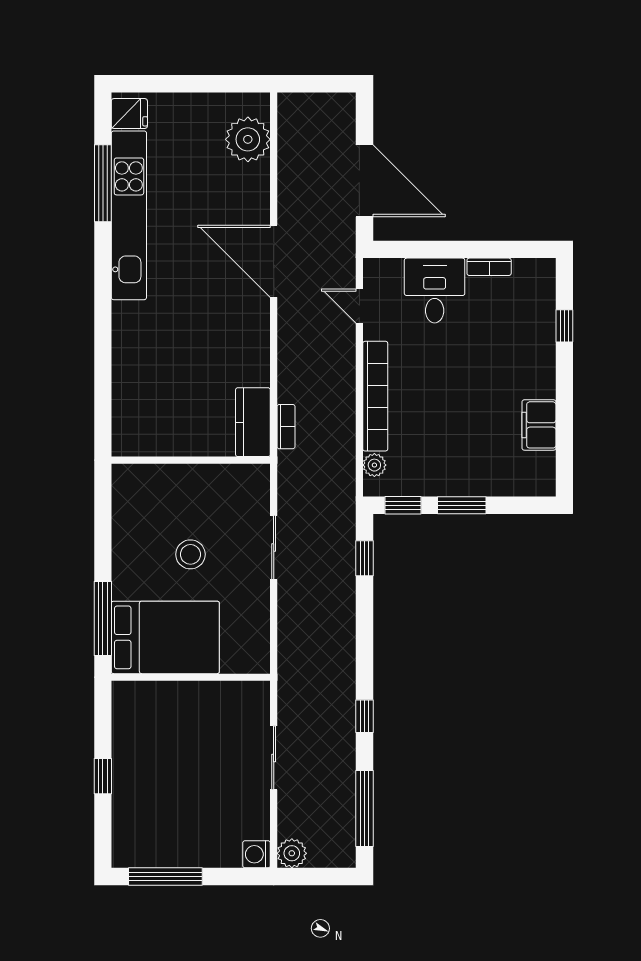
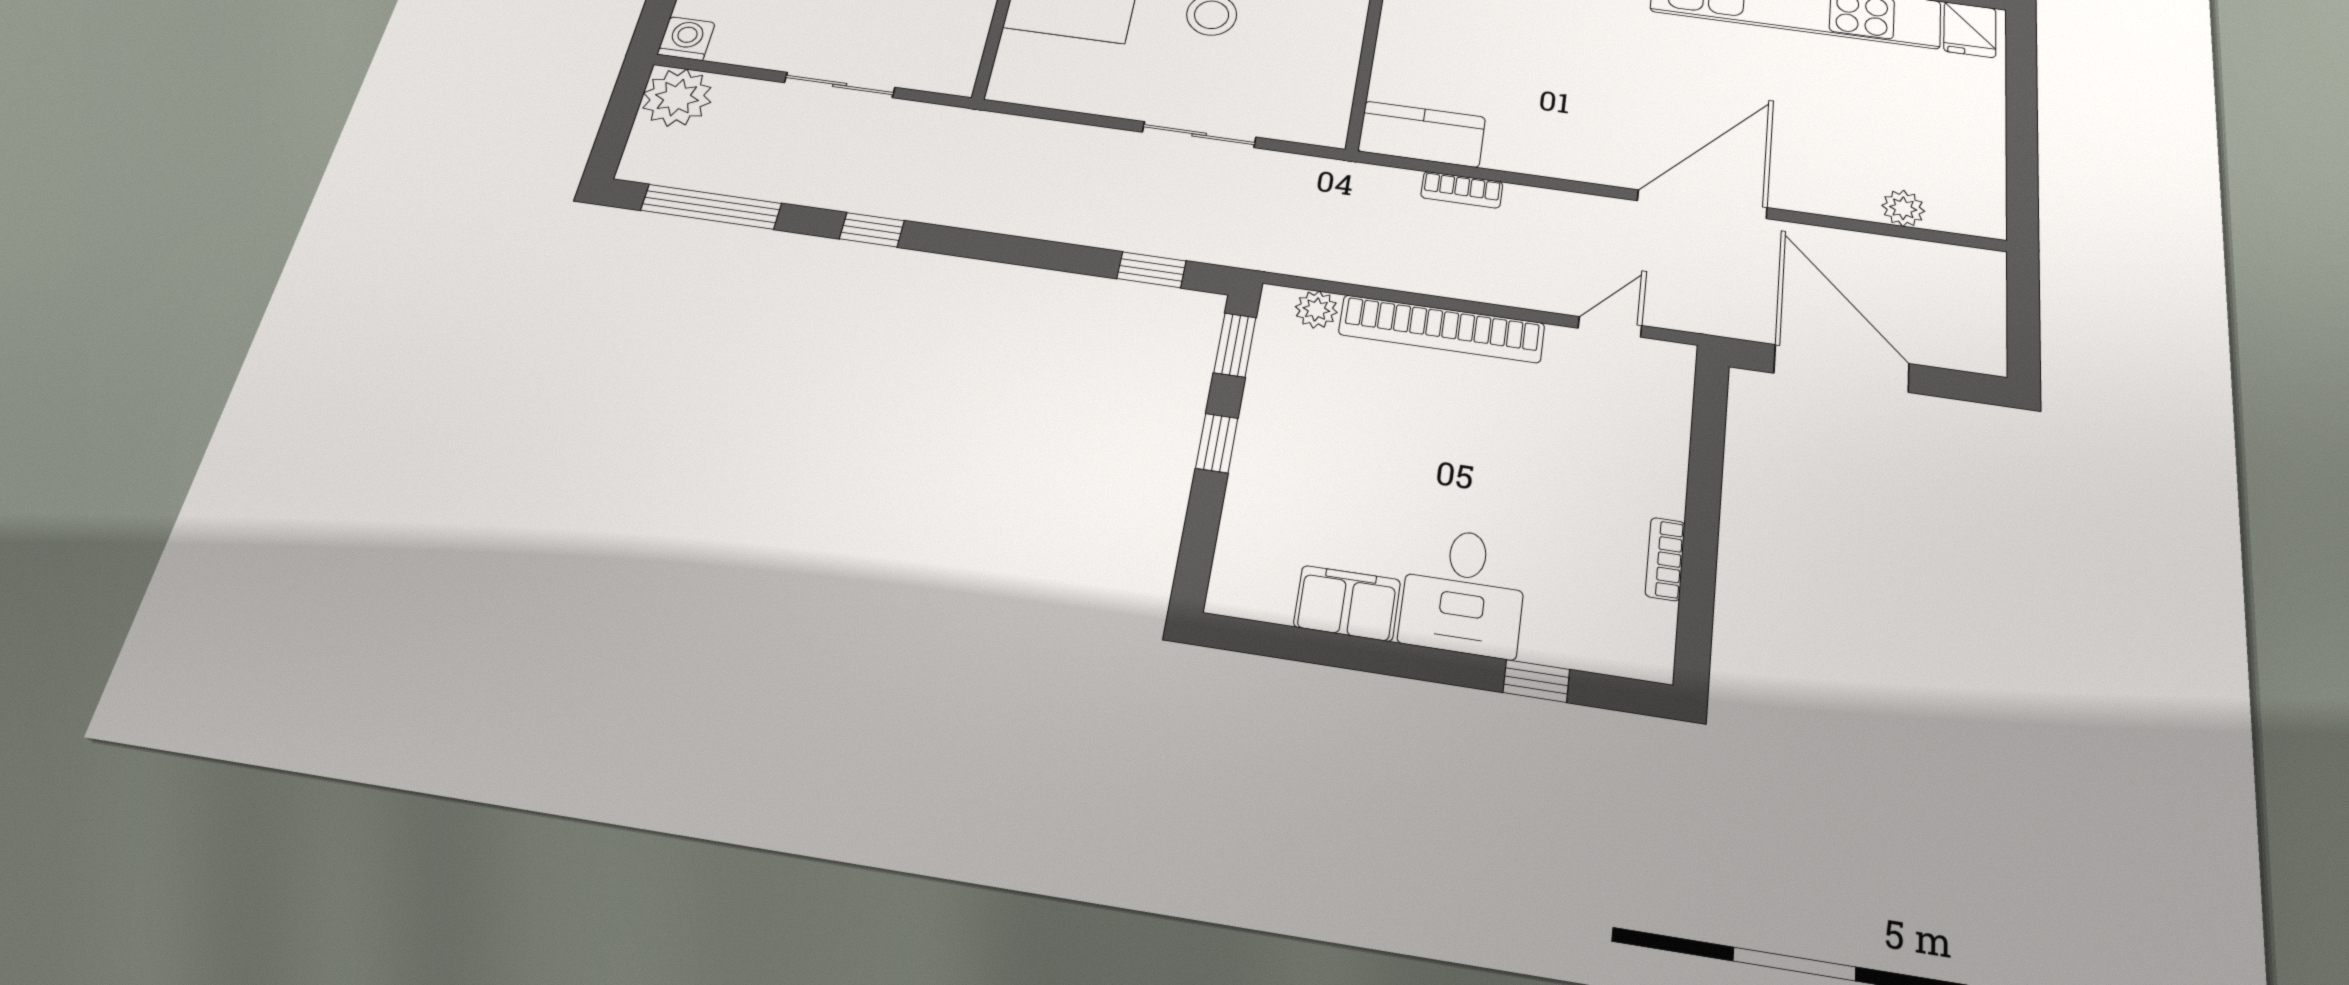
plant: (248, 139) -> (1903, 208), width x0.53, depth x0.53
door: (364, 181) -> (1841, 368), swing flipped
desk: (435, 290) -> (1463, 592), moved, turned 90
bookcase: (286, 427) -> (1462, 190), moved
window: (462, 505) -> (1217, 443), width x0.67
plant: (292, 853) -> (677, 98), width x1.36, depth x1.36

